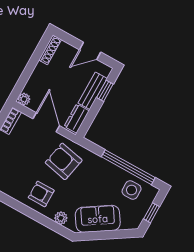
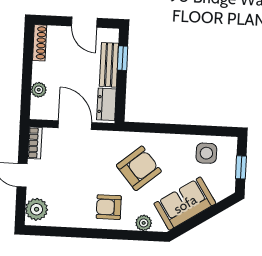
door: (90, 51) -> (84, 22), hinge flipped
plant: (24, 99) -> (39, 90), moved
armchair: (64, 161) -> (139, 168), moved, turned 128
window: (128, 167) -> (190, 130), removed

